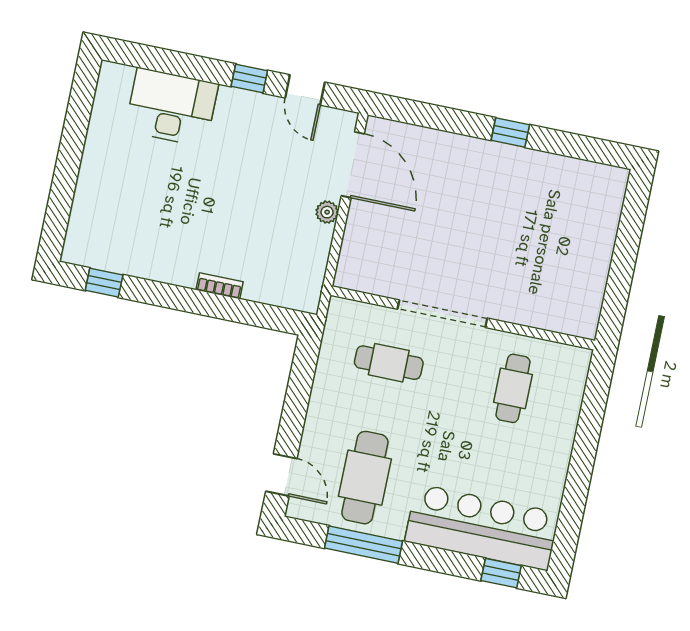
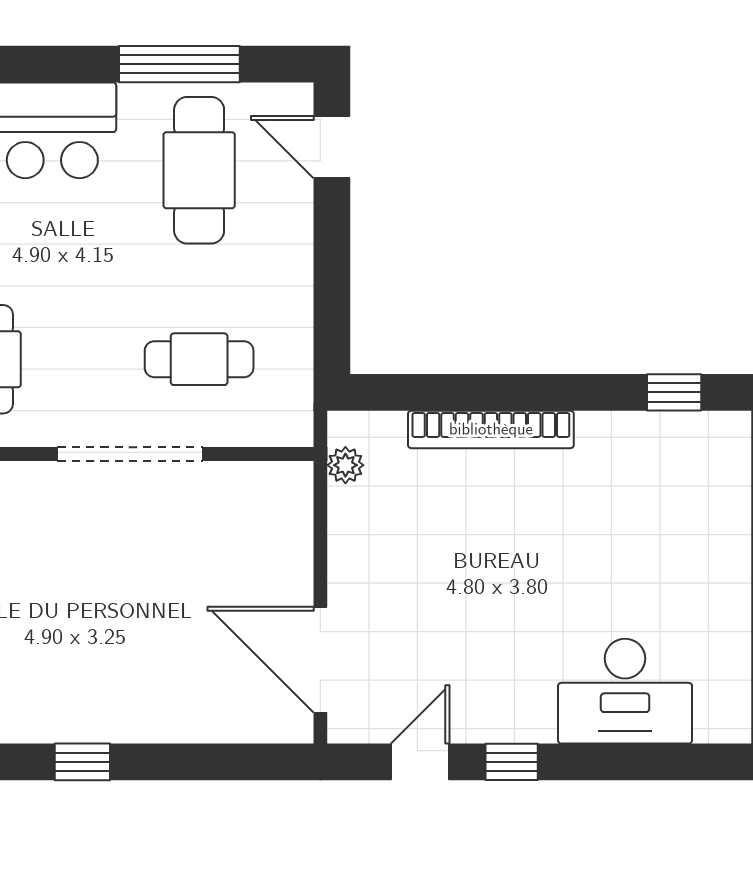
door: (305, 90) -> (420, 762), hinge flipped
plant: (327, 212) -> (345, 465), moved
bookcase: (220, 286) -> (491, 429), width x2.31, depth x1.31

